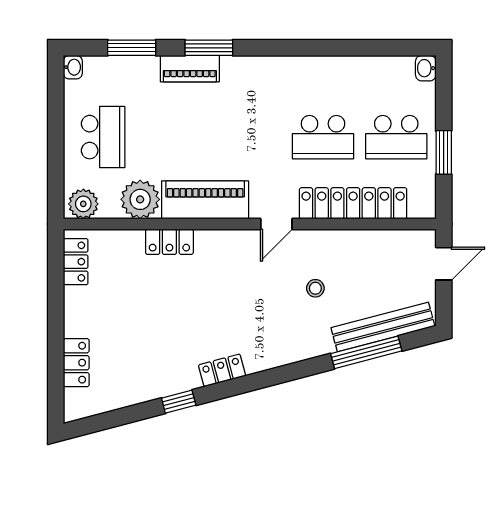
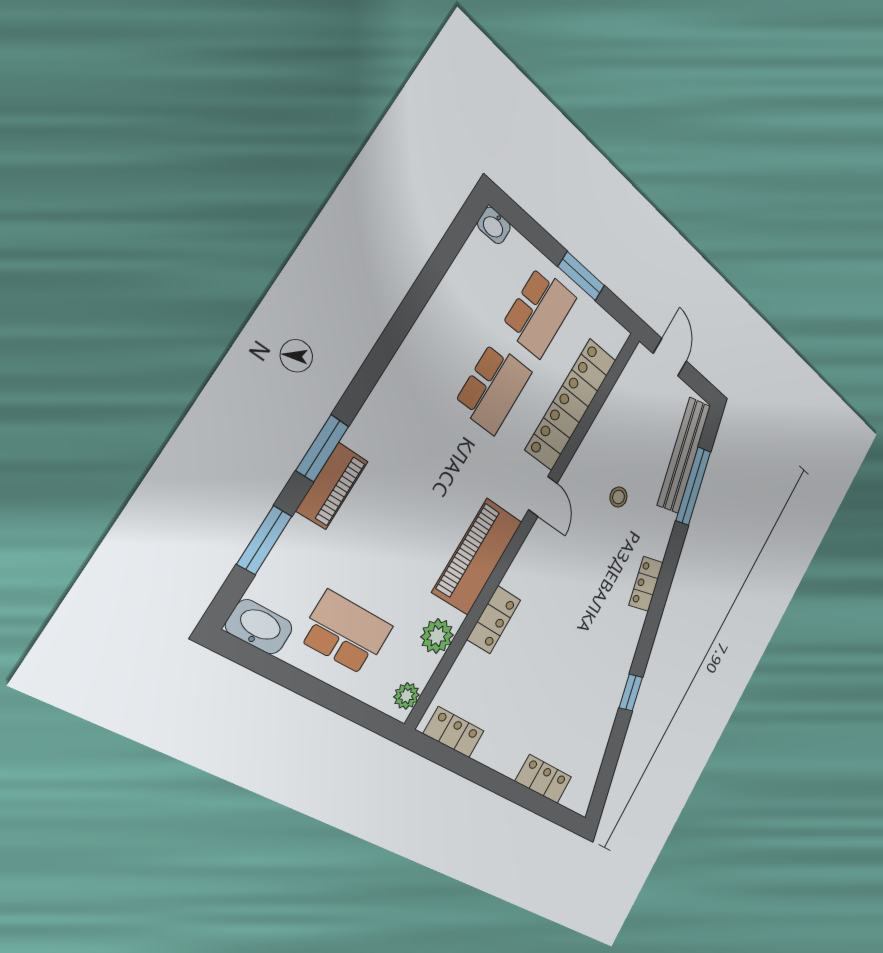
washbasin: (73, 67) -> (259, 627), width x1.91, depth x1.45
plant: (140, 199) -> (437, 636), width x0.73, depth x0.73
plant: (83, 204) -> (407, 696), width x0.73, depth x0.73
locker: (222, 370) -> (646, 584), moved

